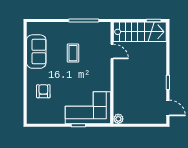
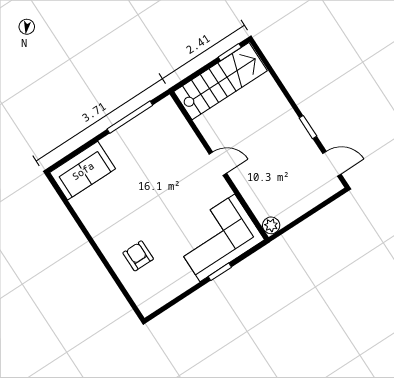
door: (112, 51) -> (218, 164), moved
sofa: (36, 52) -> (83, 171), moved, turned 90
coffee table: (73, 53) -> (145, 174), removed

